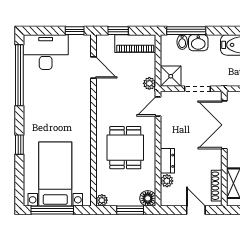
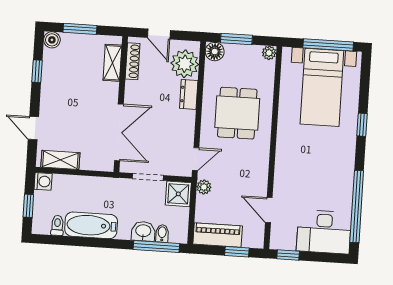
plant: (167, 181) -> (185, 64), width x1.88, depth x1.88

